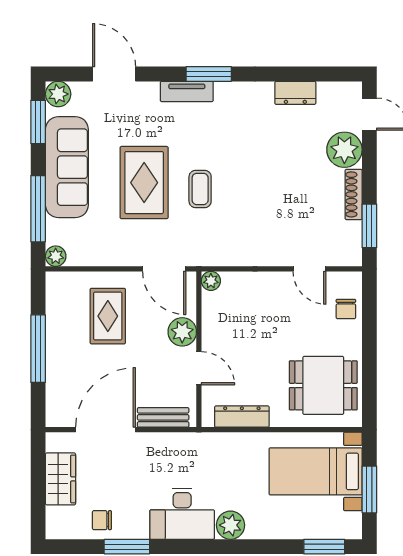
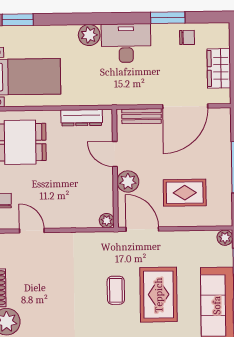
rug: (108, 316) -> (185, 193), turned 90

